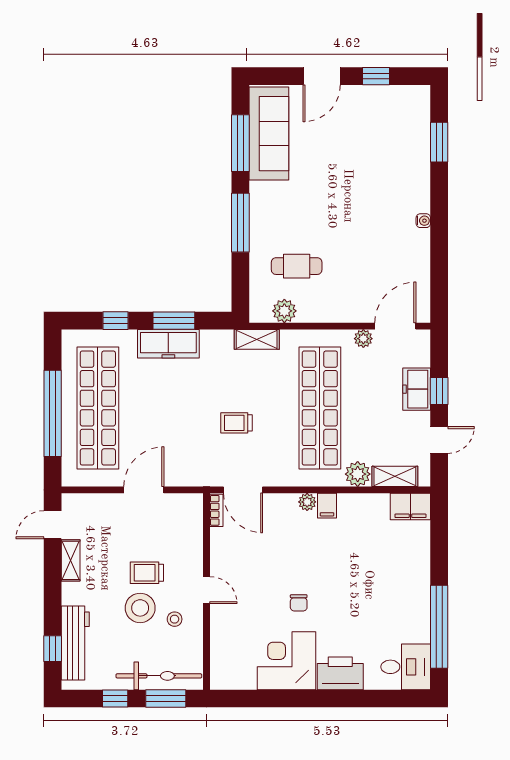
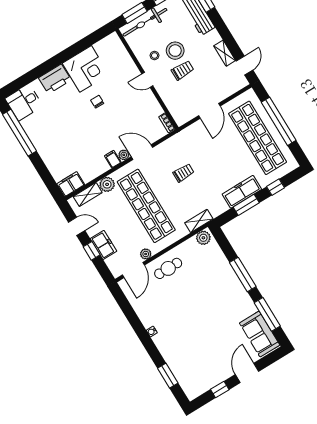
sofa: (269, 134) -> (260, 334), width x0.73
cafe table: (297, 266) -> (168, 268), moved
plant: (284, 311) -> (203, 238), moved
door: (439, 440) -> (77, 226), swing flipped
door: (243, 490) -> (142, 152), moved

